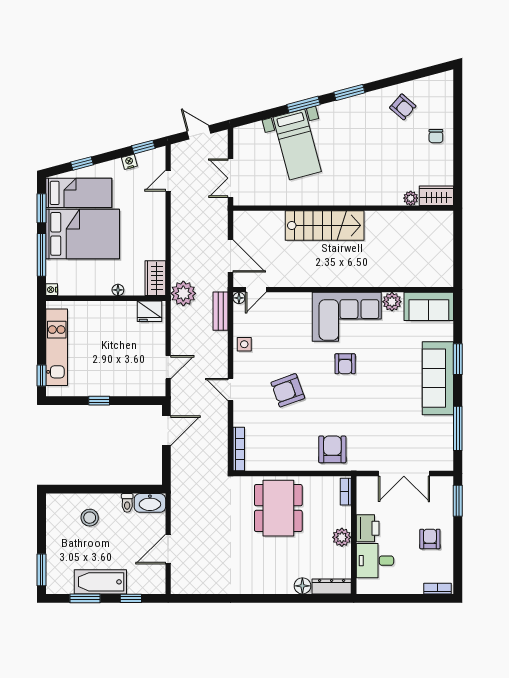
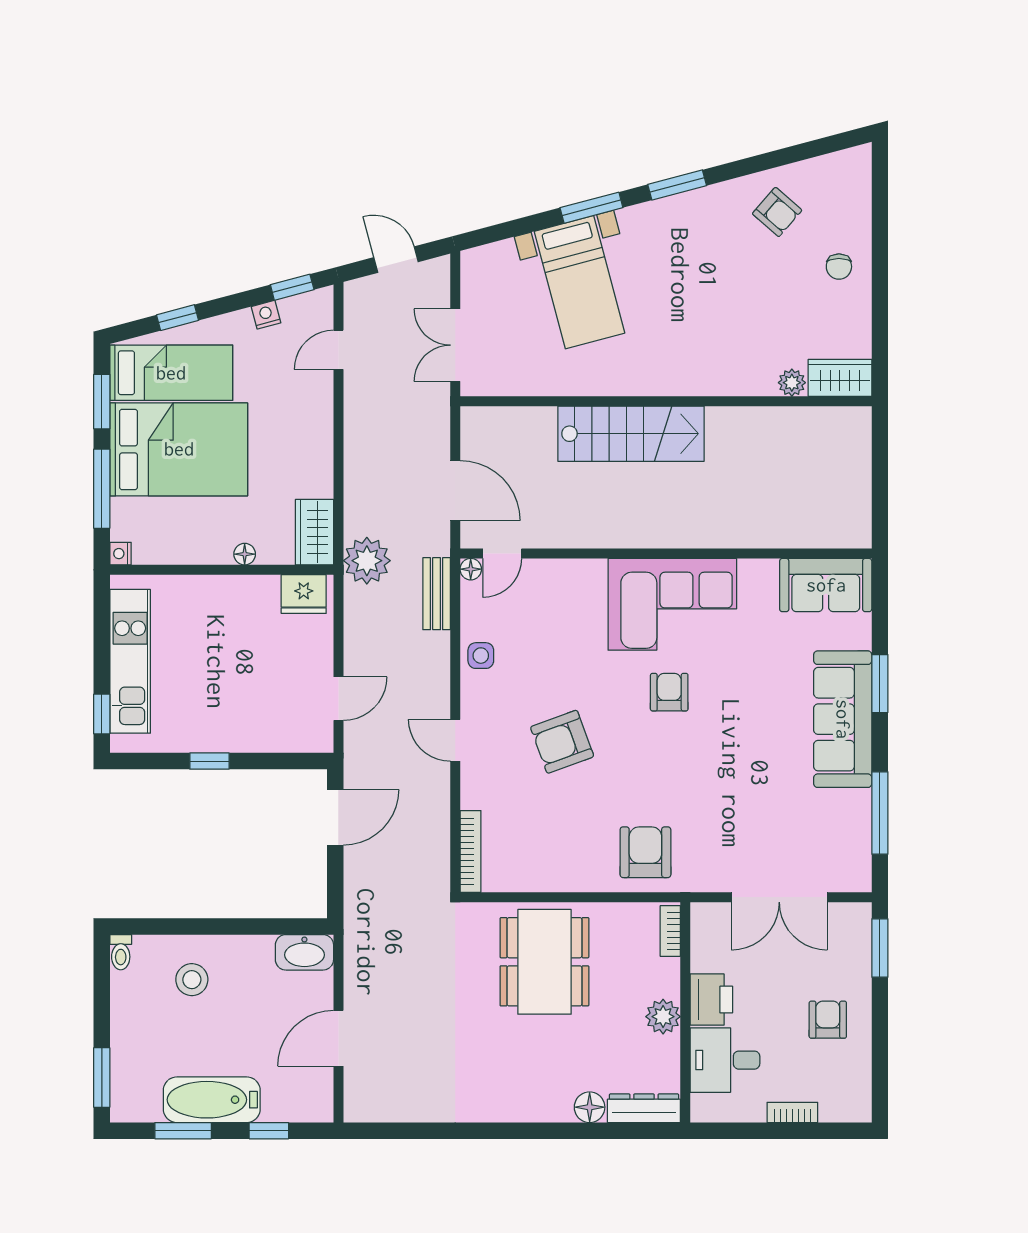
plant: (392, 302) -> (757, 576), removed
armchair: (345, 364) -> (669, 692), turned 180
toilet: (127, 503) -> (121, 952), moved
bookcase: (437, 589) -> (792, 1112), moved

